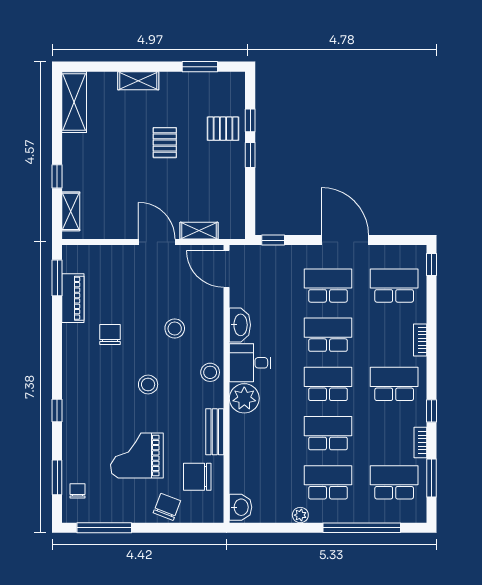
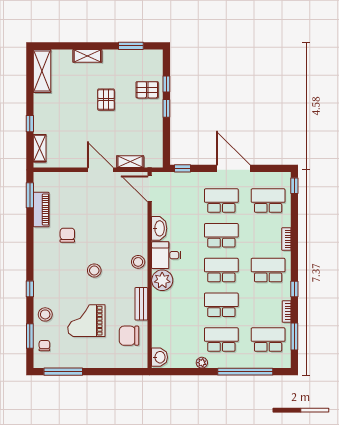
stool: (175, 328) -> (45, 314), moved
chair: (167, 507) -> (108, 357), removed

